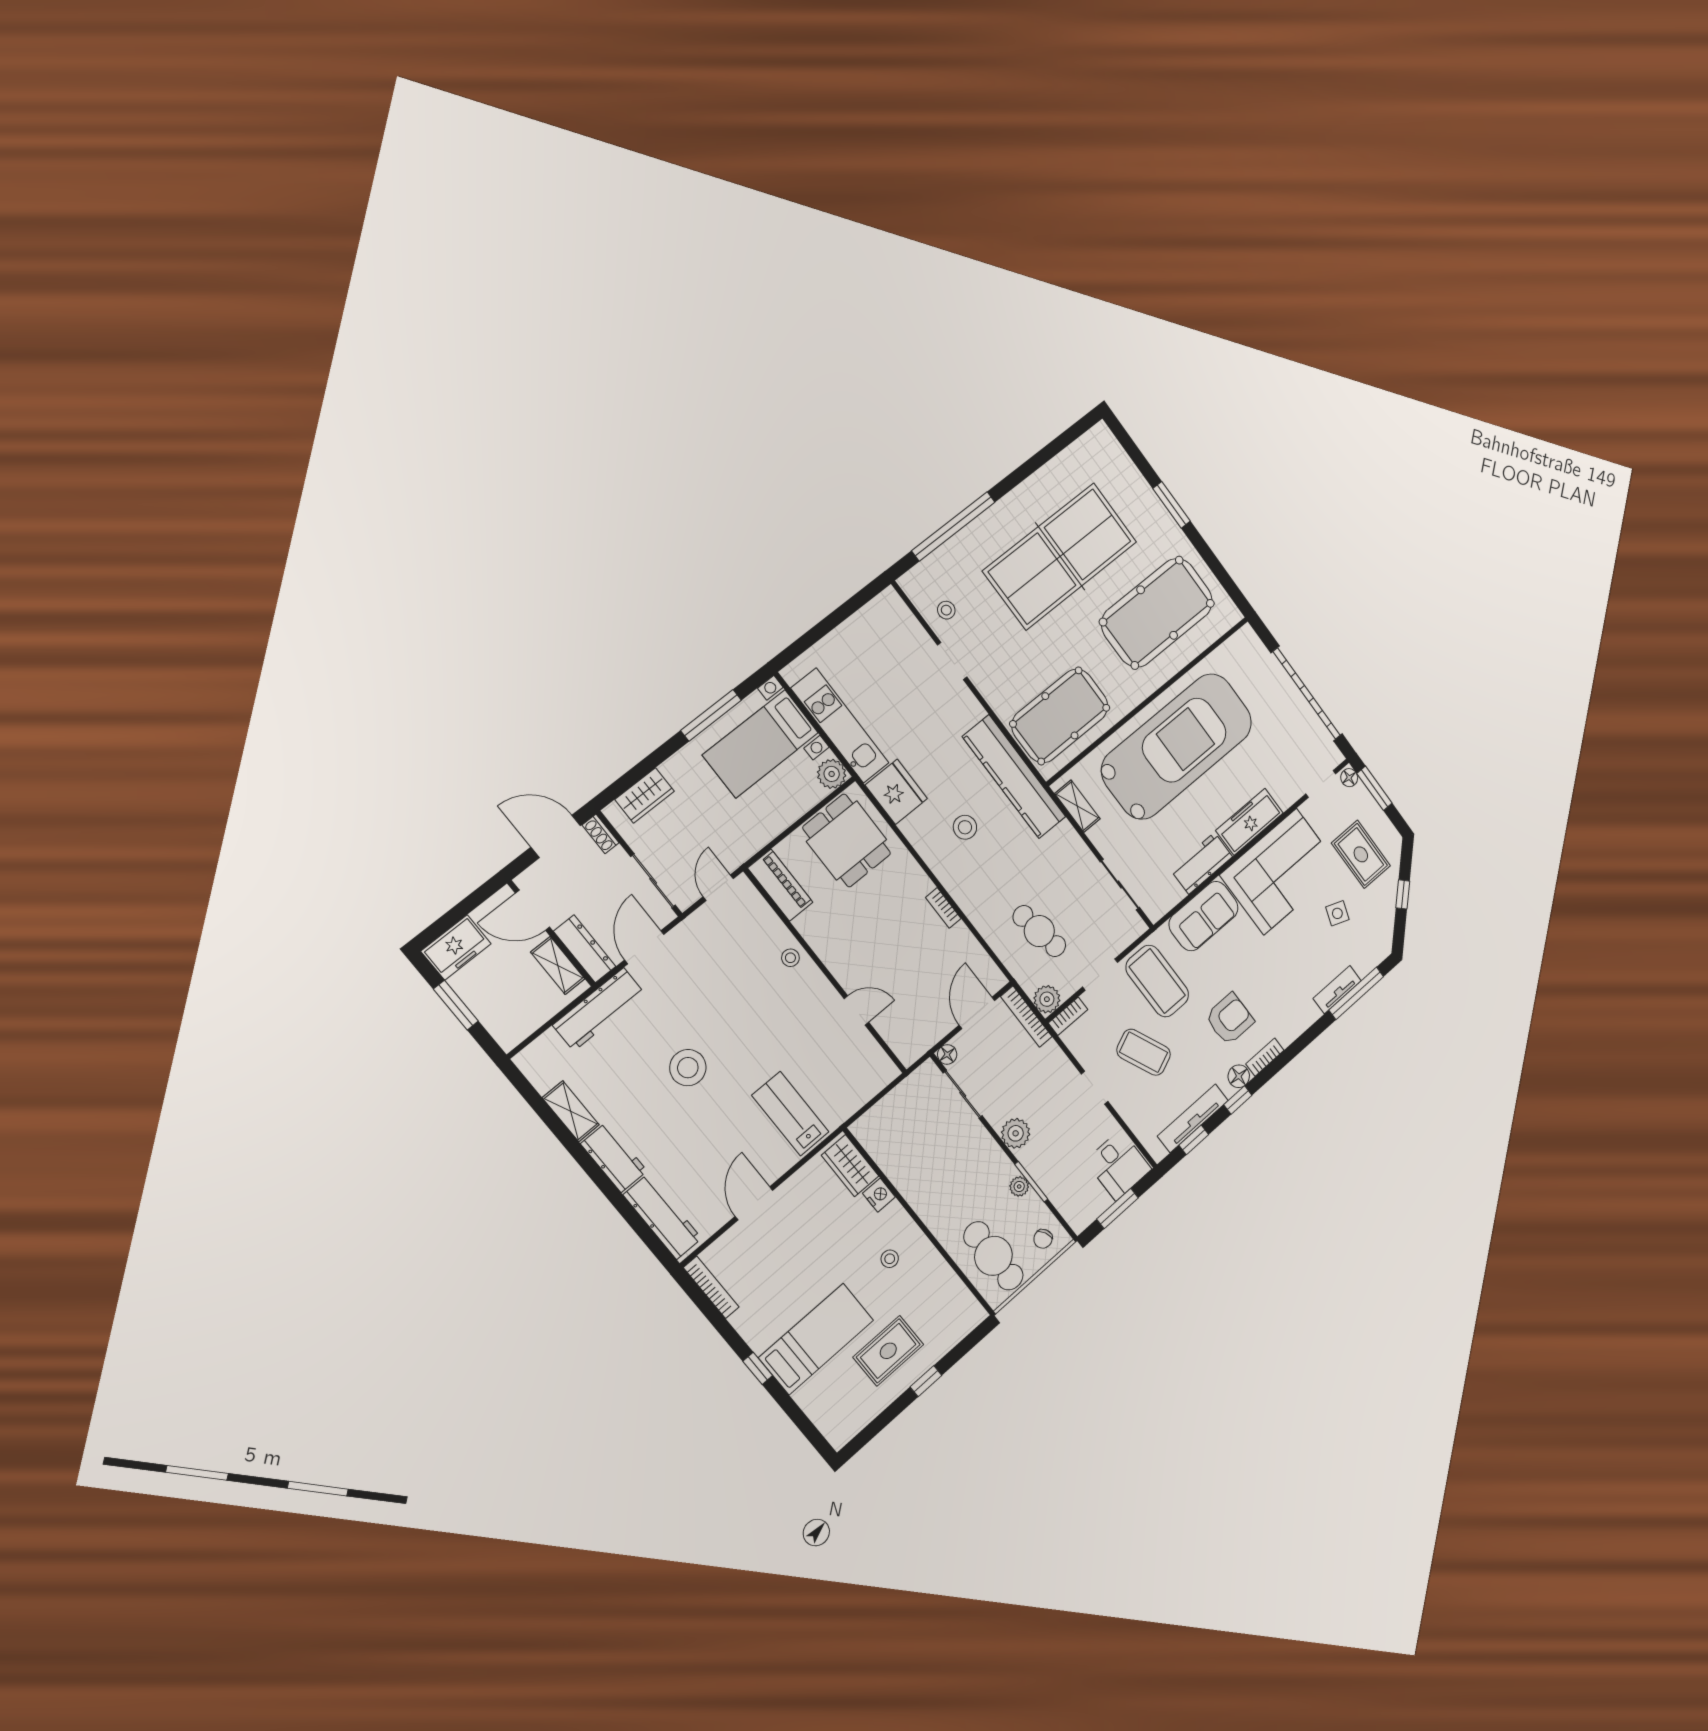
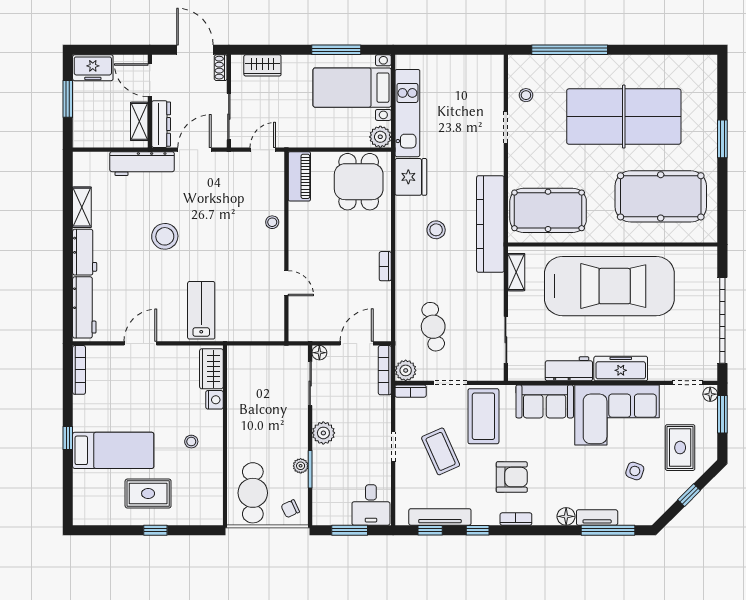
floor lamp: (1239, 1076) -> (566, 516), moved

